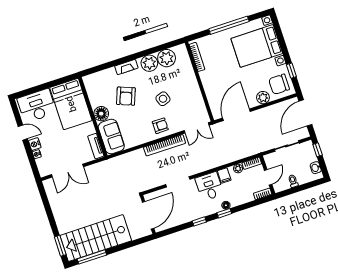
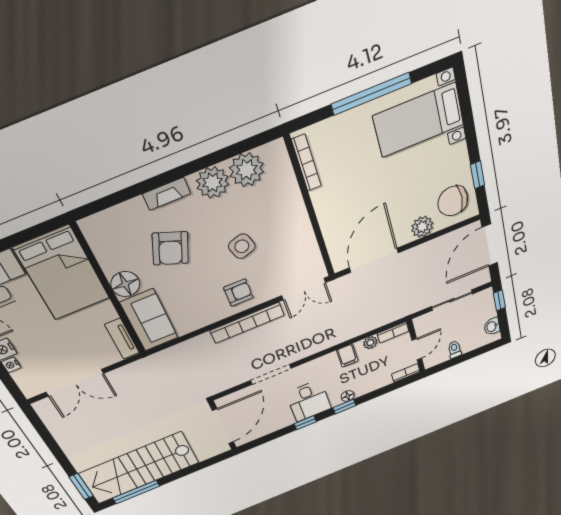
bed with nightstands: (257, 46) -> (418, 120), width x0.73
desk: (209, 186) -> (309, 401), moved, turned 180

